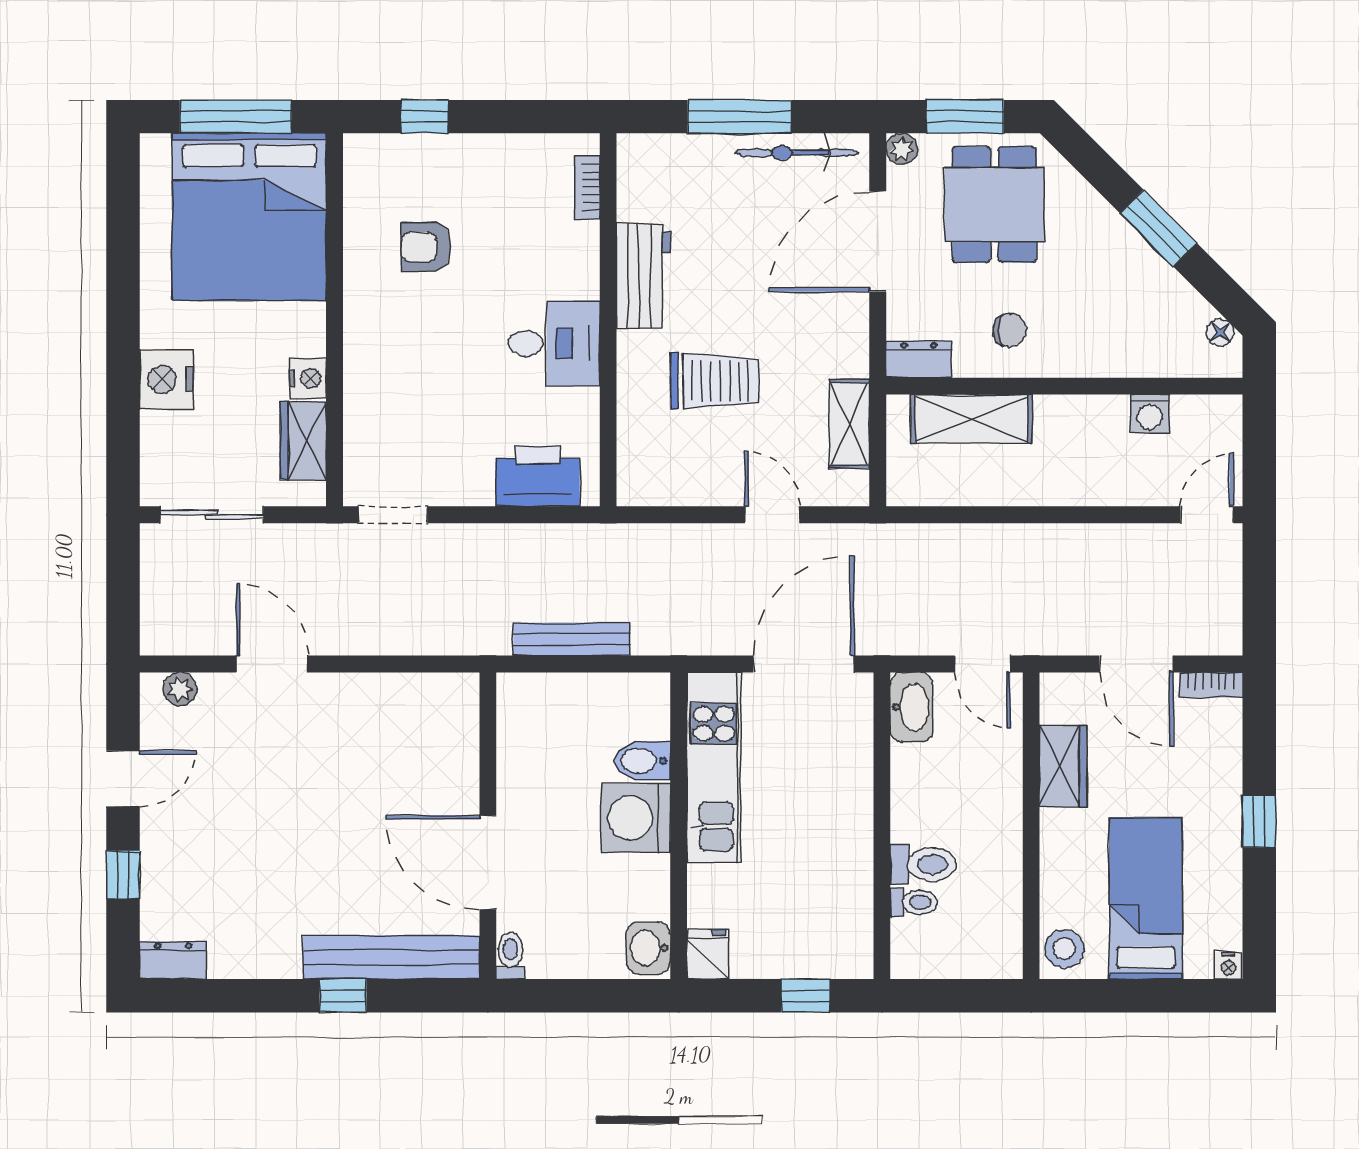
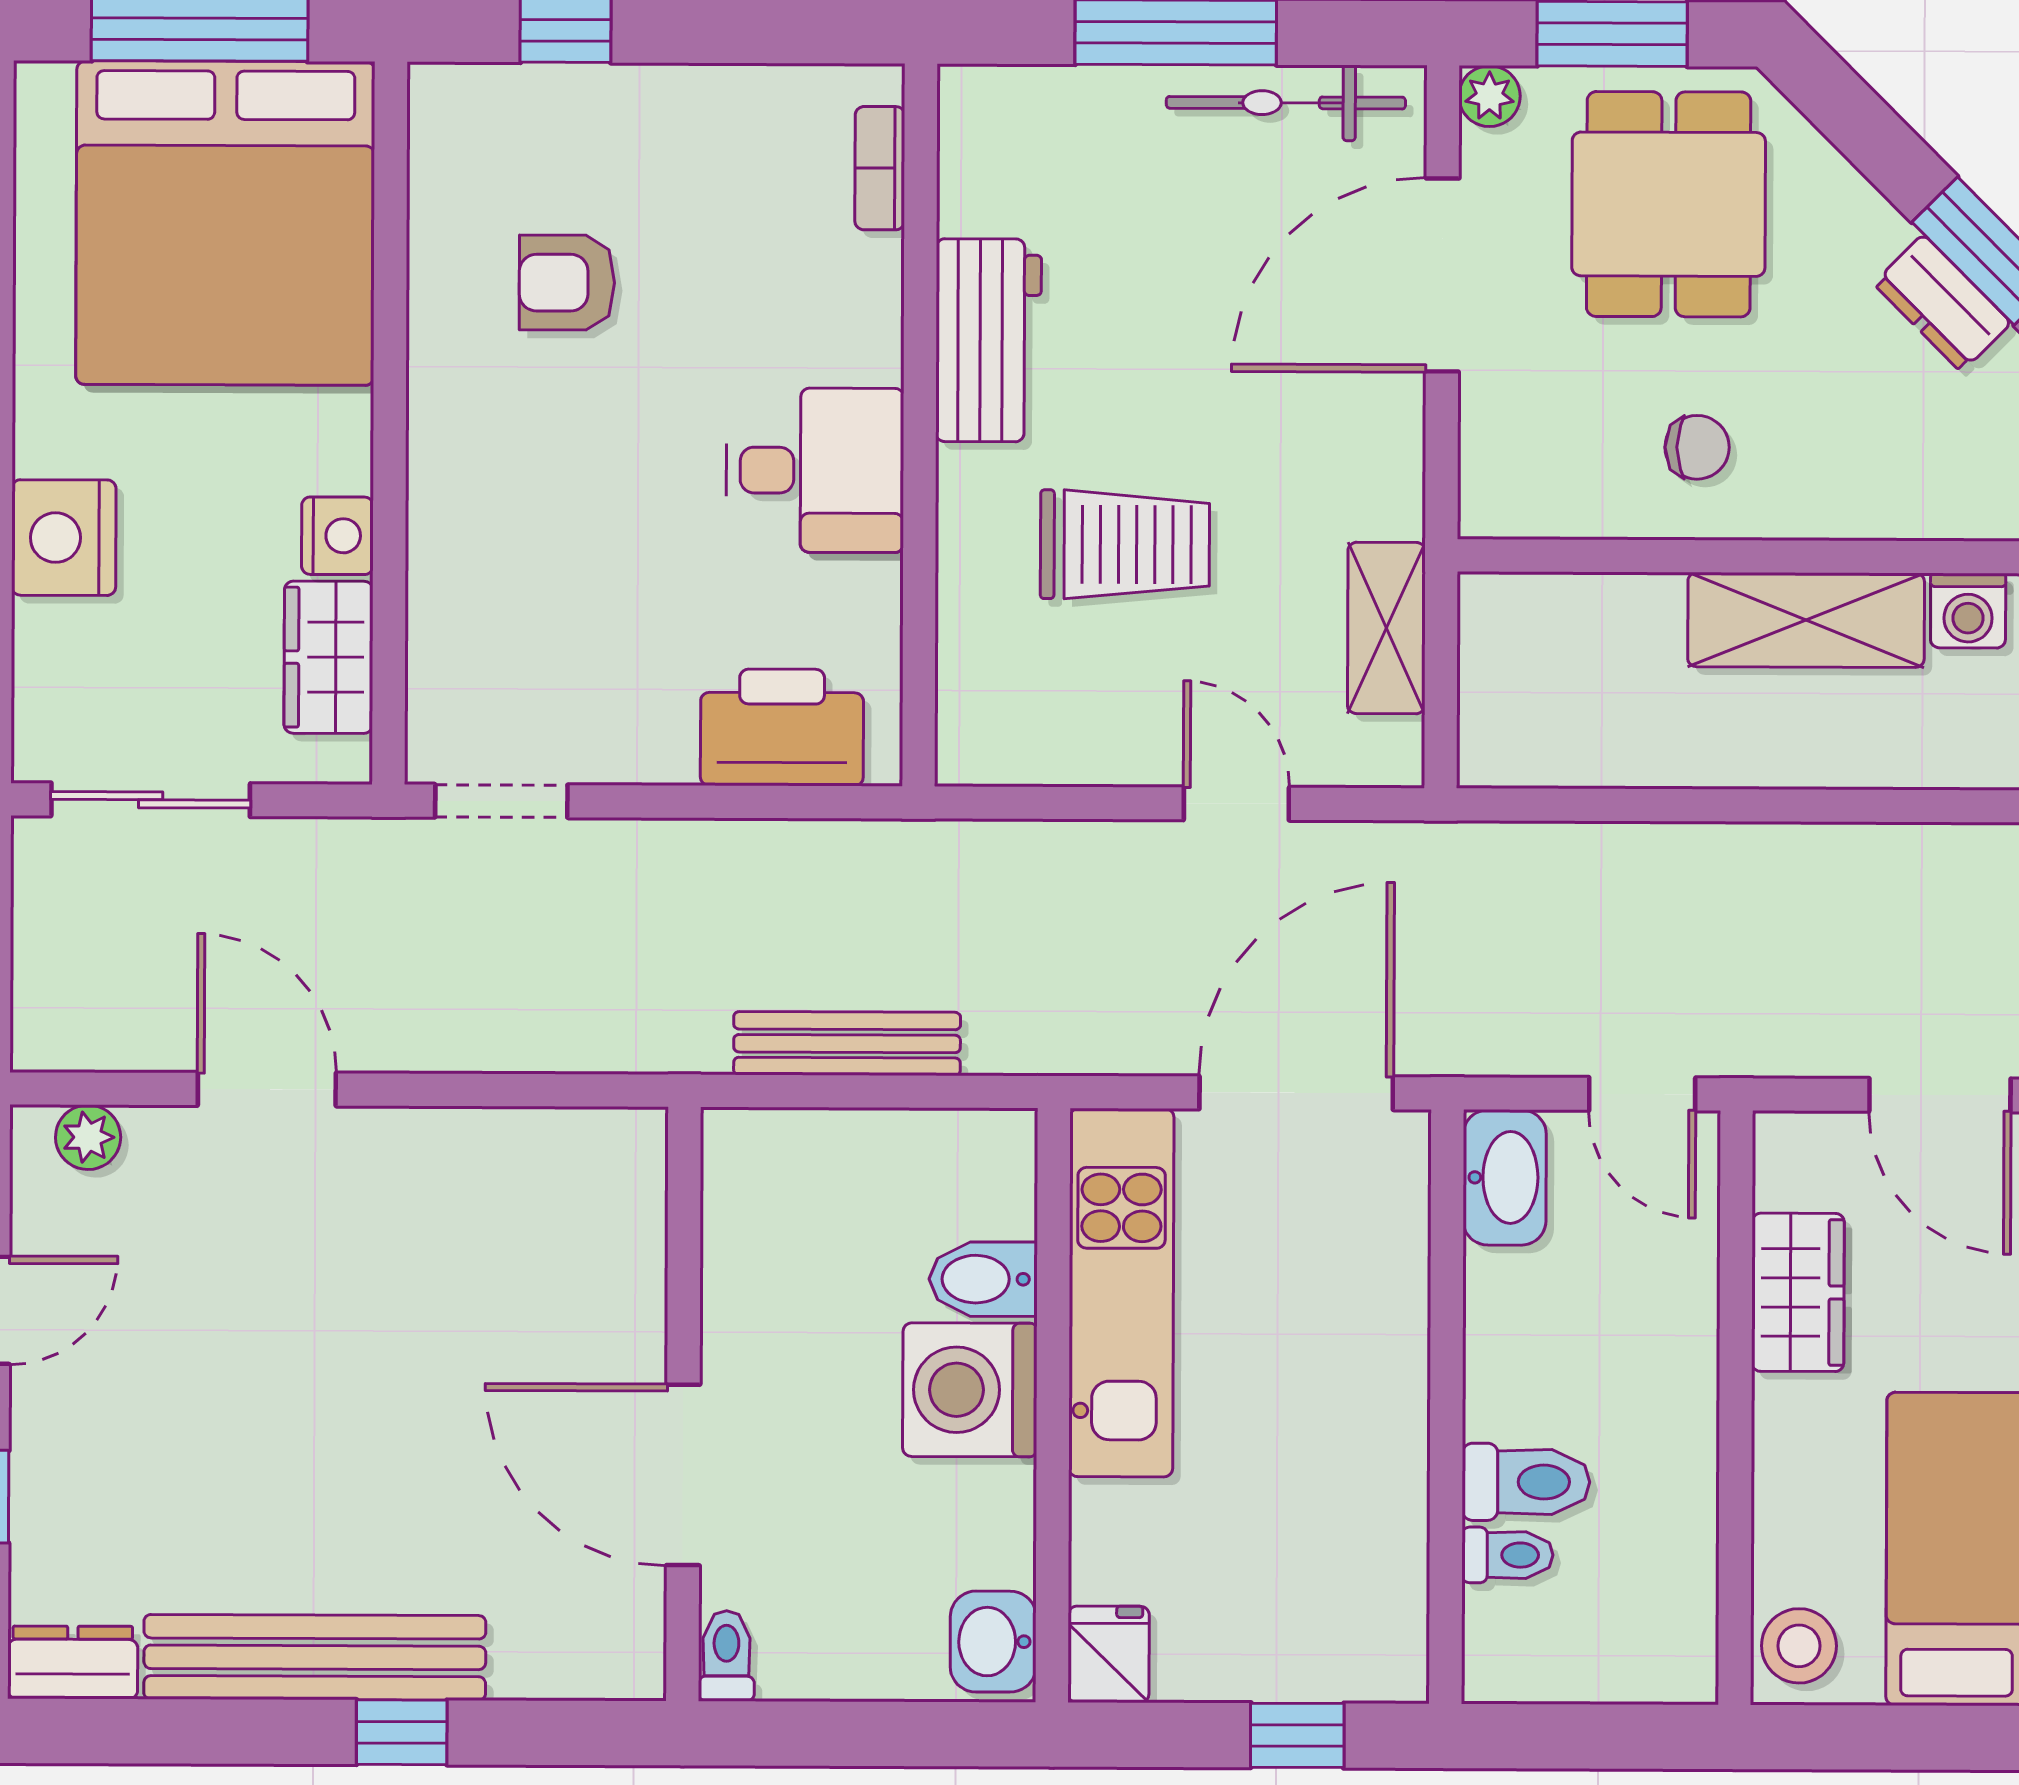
dresser: (919, 360) -> (1942, 303), moved, turned -135
shelving: (971, 419) -> (1806, 620), moved
bench: (391, 957) -> (315, 1657), moved

